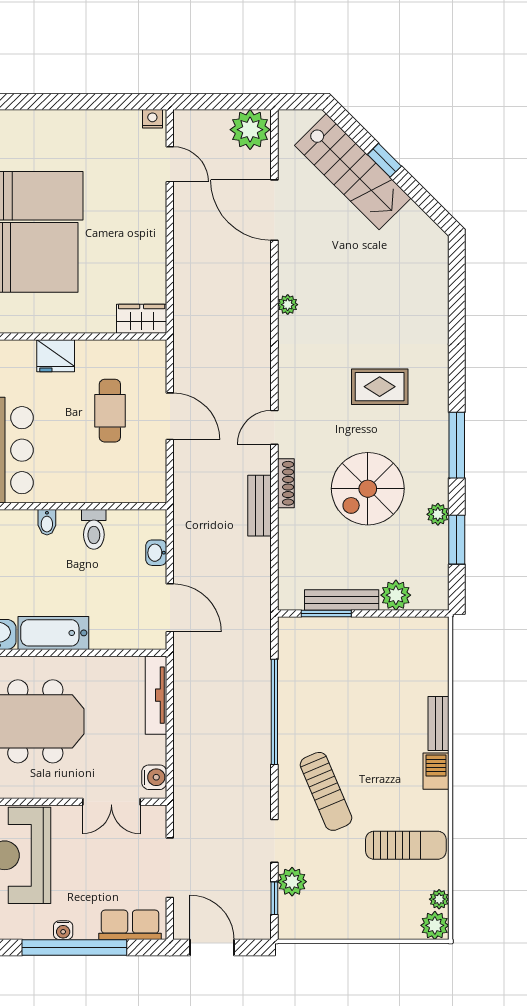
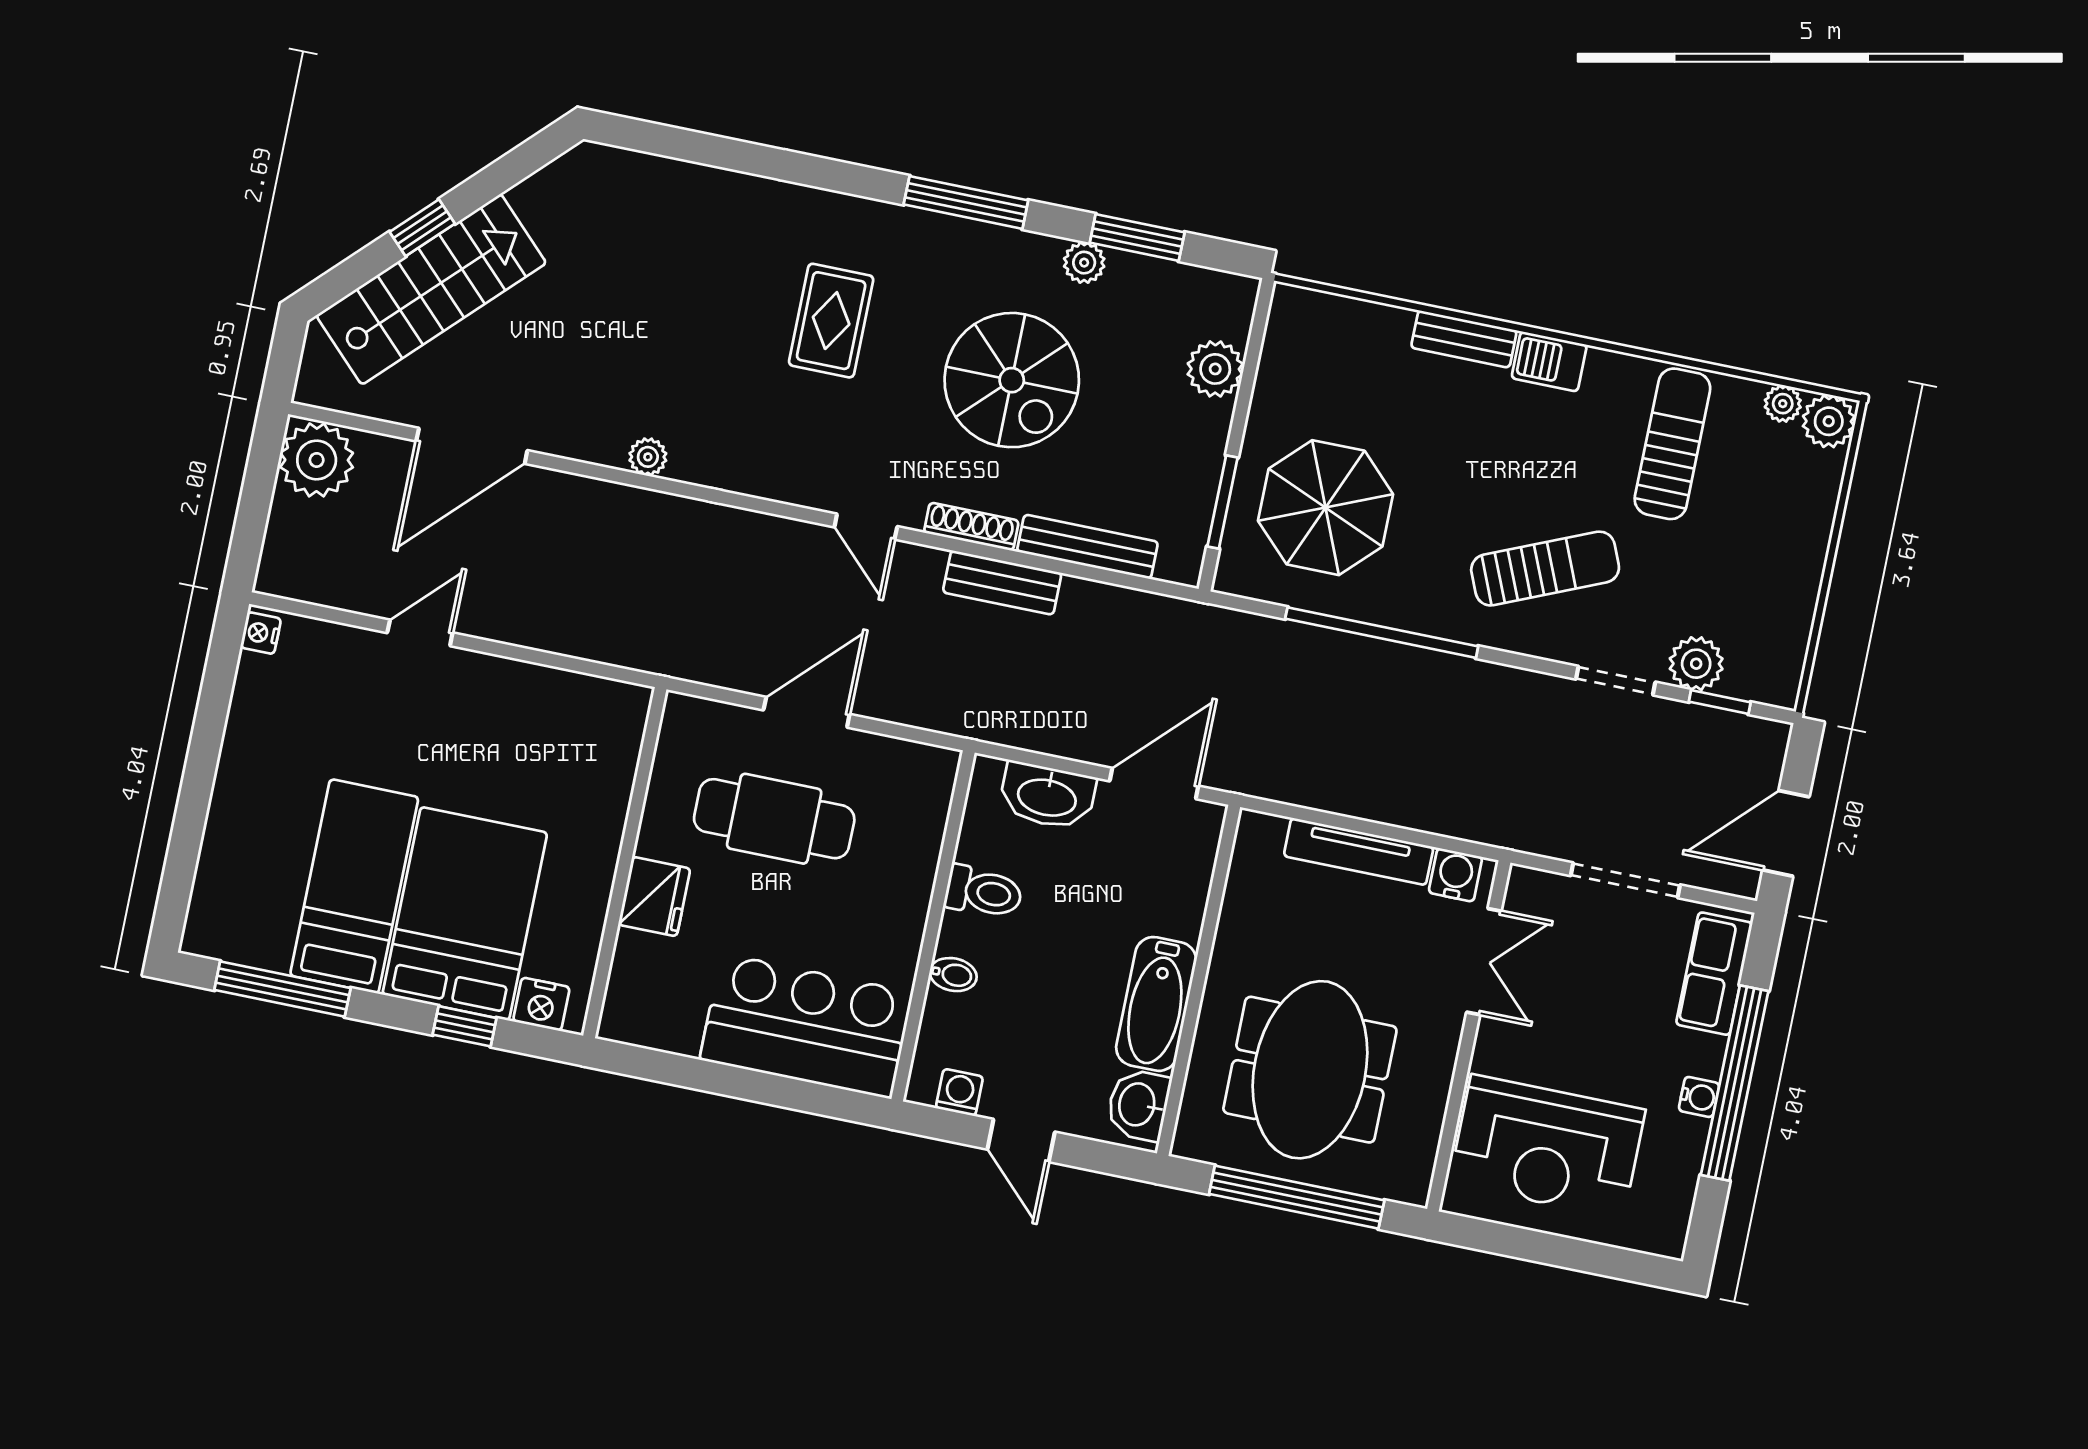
door: (170, 164) -> (420, 633), moved
wardrobe: (142, 319) -> (619, 727), removed
cafe table: (110, 411) -> (774, 819), width x1.37, depth x1.35
washbasin: (156, 553) -> (1047, 796), width x1.91, depth x1.45
bench: (342, 600) -> (1087, 547), moved, turned 90
parasol: (334, 669) -> (1326, 508), added
tv unit: (156, 695) -> (1359, 852), moved

